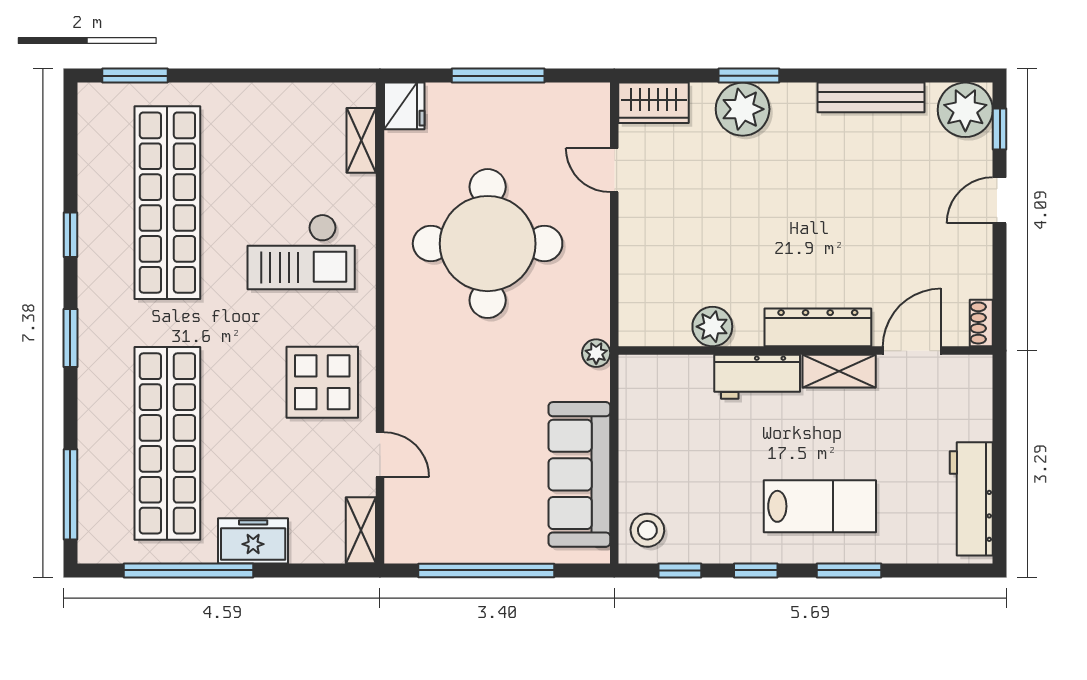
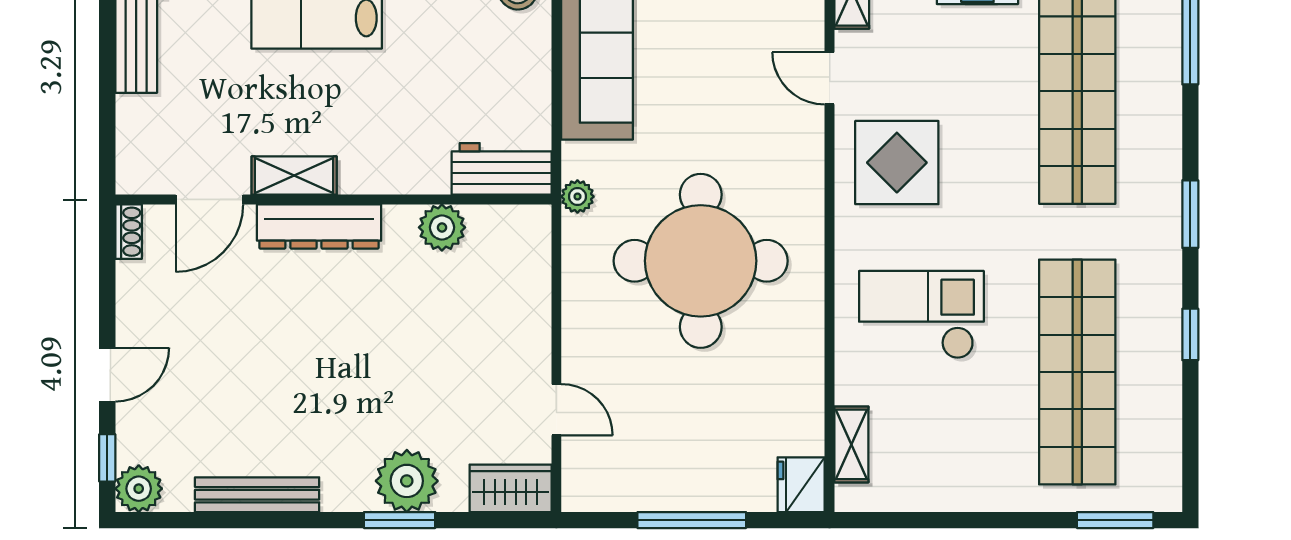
plant: (965, 110) -> (139, 489), width x0.73, depth x0.73
round table: (488, 244) -> (701, 261), moved
workbench: (757, 377) -> (502, 169), moved

